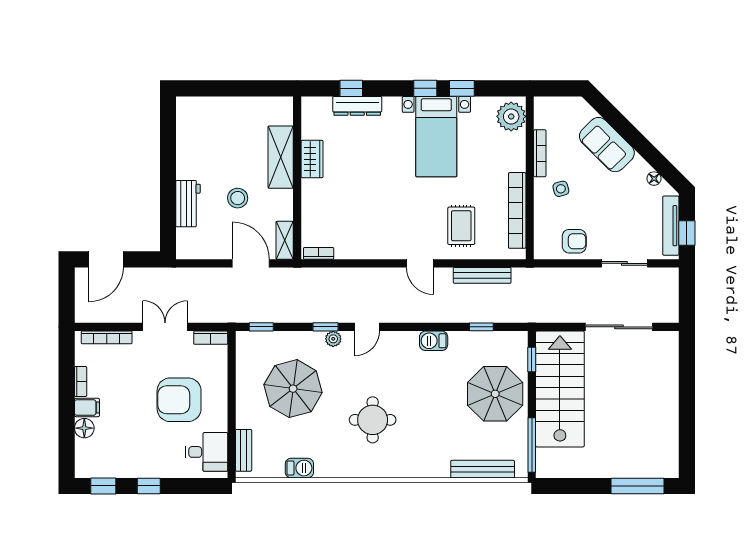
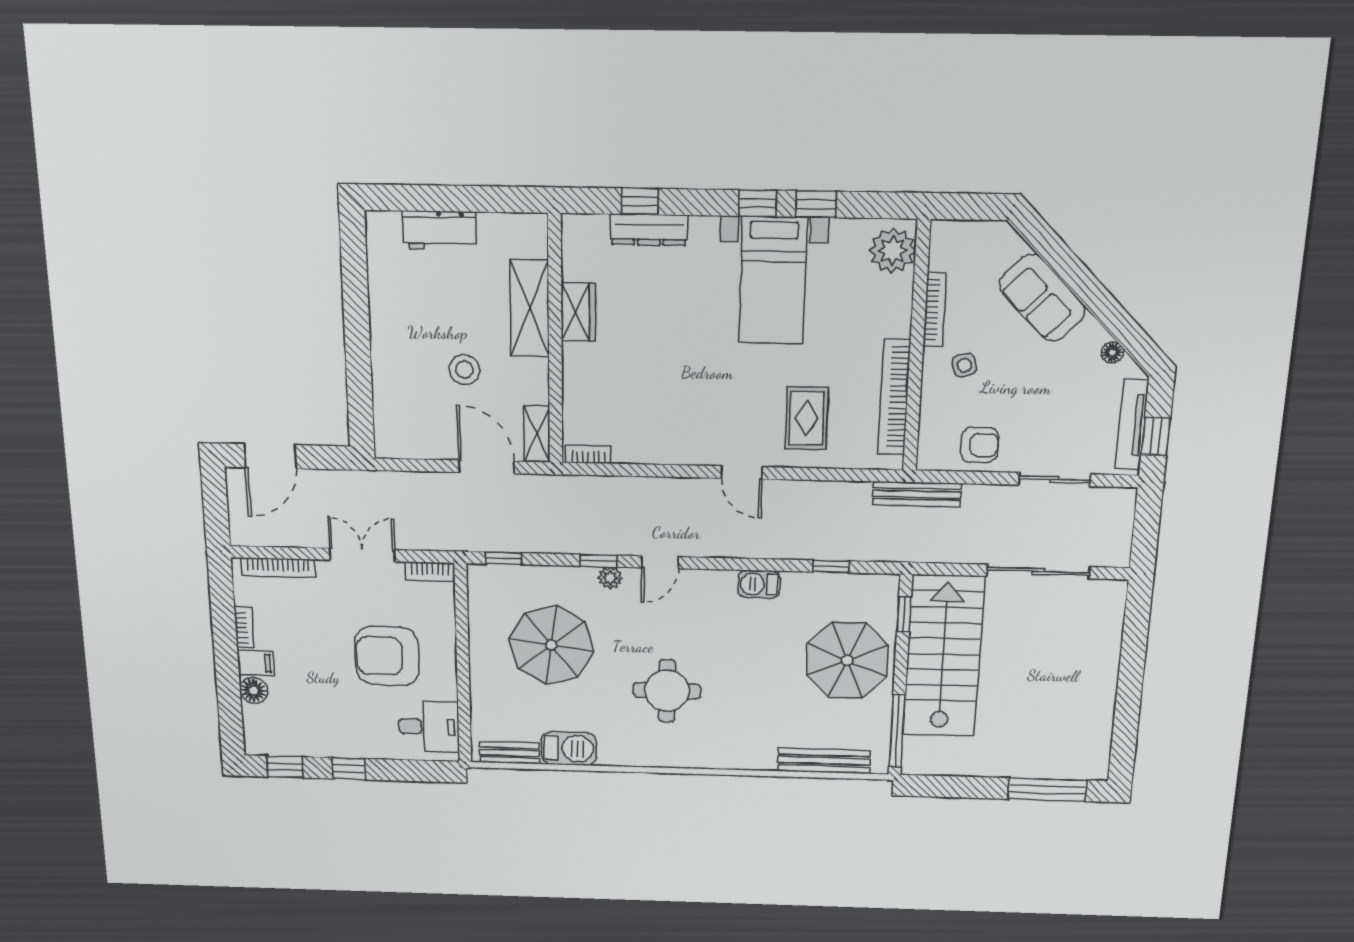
workbench: (188, 204) -> (439, 230), moved, turned 90
bench: (482, 275) -> (917, 494), moved
bench: (244, 450) -> (509, 753), moved, turned 90
barbecue: (299, 468) -> (569, 748), width x1.38, depth x1.27

